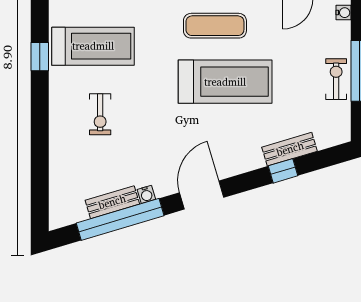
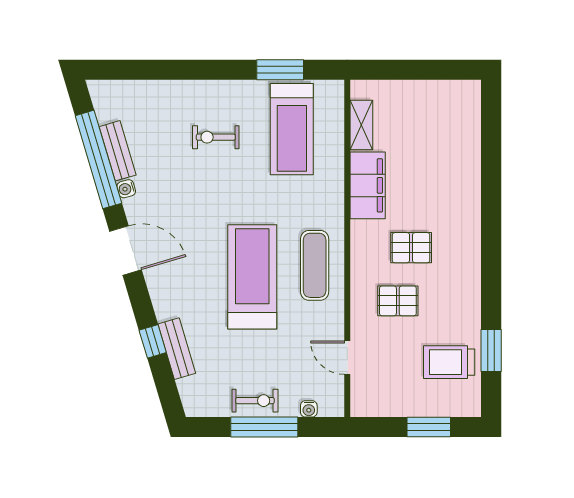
water cooler: (343, 13) -> (309, 409), moved
window: (40, 57) -> (280, 70), width x1.50
treadmill: (225, 82) -> (252, 277), turned 180

